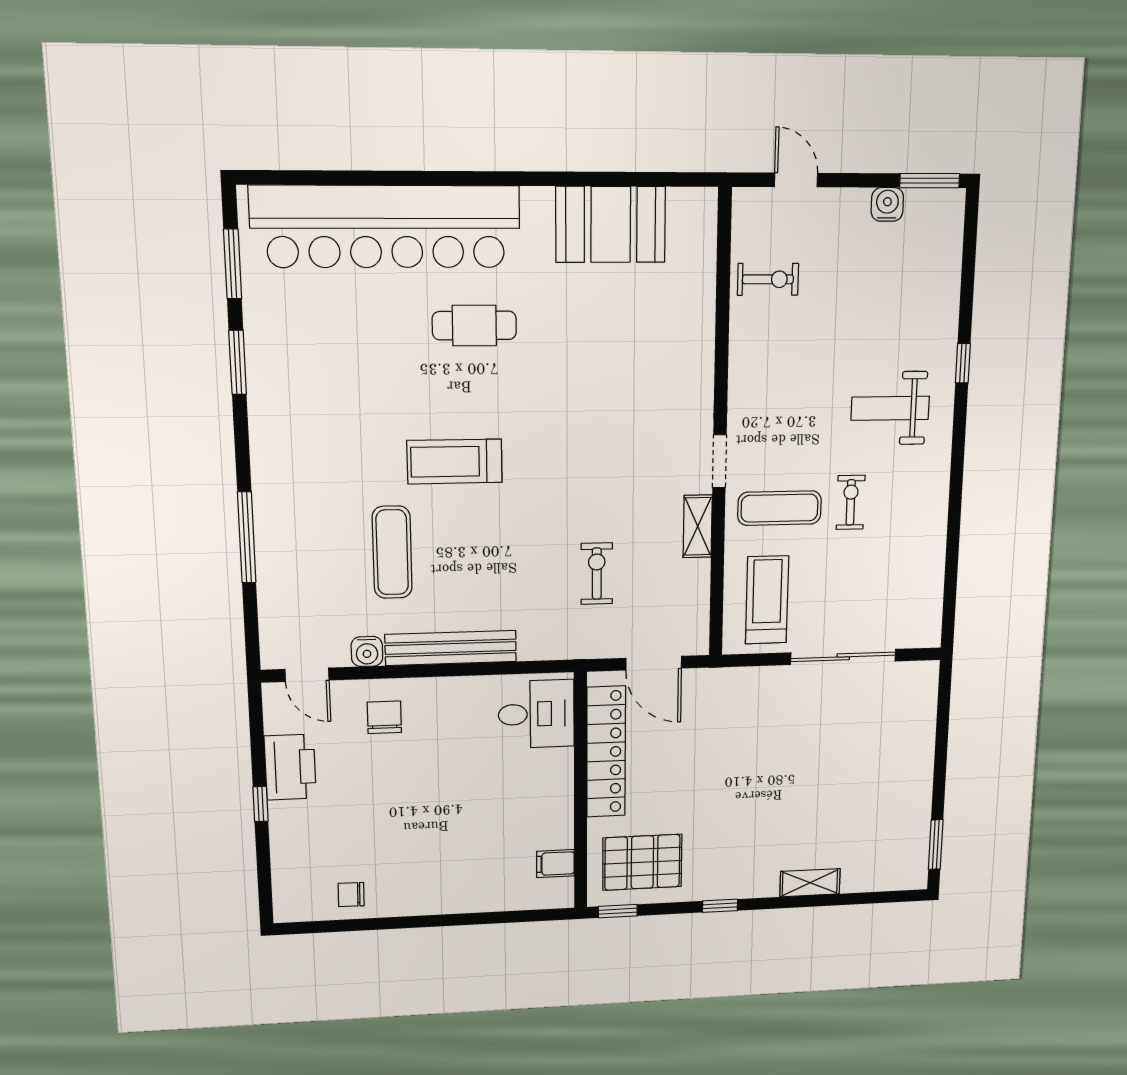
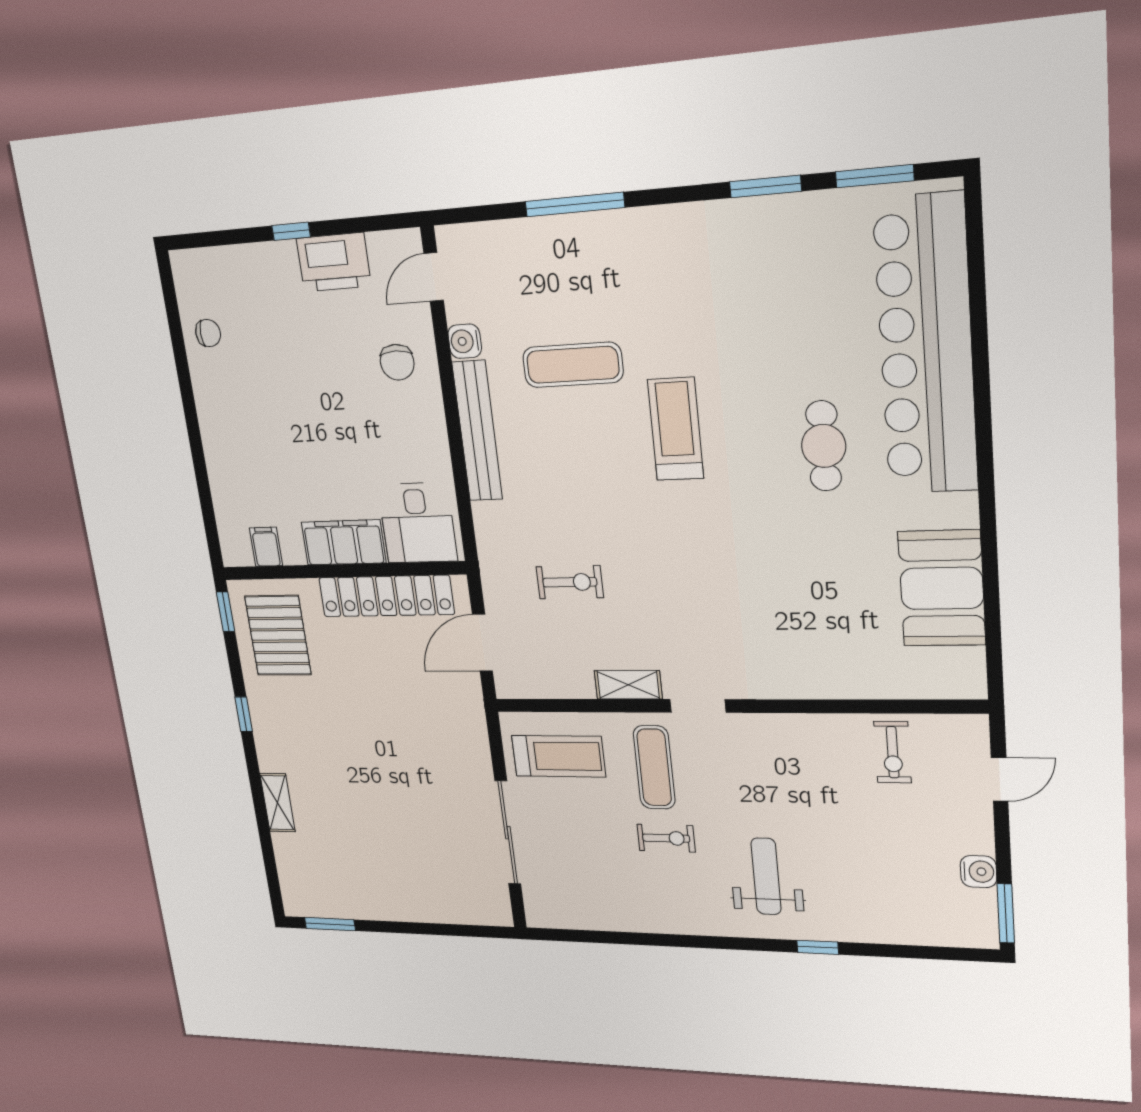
chair: (384, 717) -> (397, 362), turned 90
filing cabinet: (553, 787) -> (344, 542), added
chair: (351, 895) -> (208, 333), turned 89

